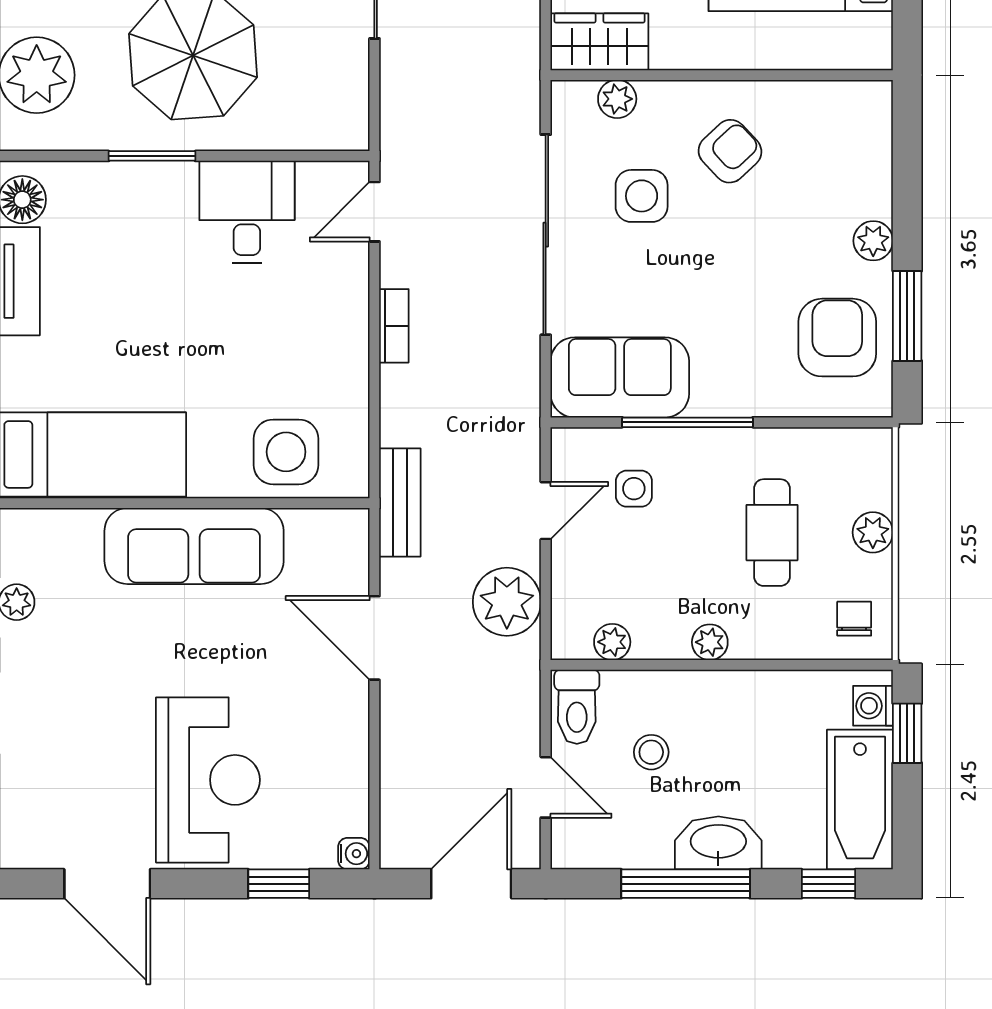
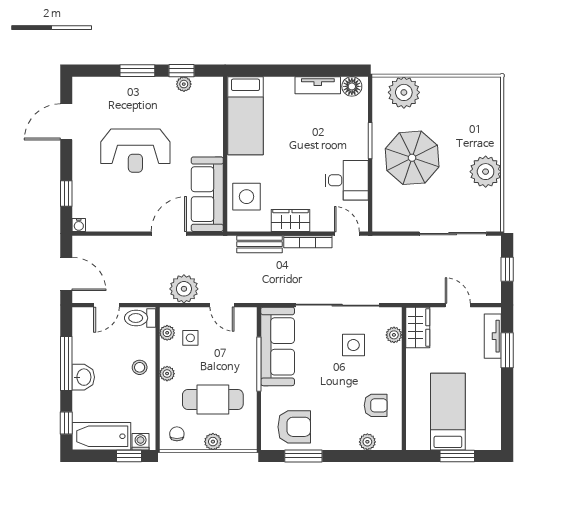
armchair: (730, 151) -> (376, 405), moved, turned -47
plant: (873, 241) -> (367, 442), moved
bookcase: (394, 326) -> (308, 242), width x1.56
wardrobe: (343, 347) -> (290, 220), added
sofa: (620, 377) -> (278, 346), width x1.36
side table: (634, 489) -> (190, 338), moved
bench: (400, 502) -> (260, 244), moved
cafe table: (772, 533) -> (213, 399), width x1.37, depth x1.35
sofa: (194, 546) -> (207, 194), moved
chair: (854, 619) -> (177, 434), turned -90
stool: (651, 752) -> (140, 367), moved
reception desk: (208, 780) -> (135, 151), moved
washbasin: (718, 843) -> (83, 377), width x0.72

